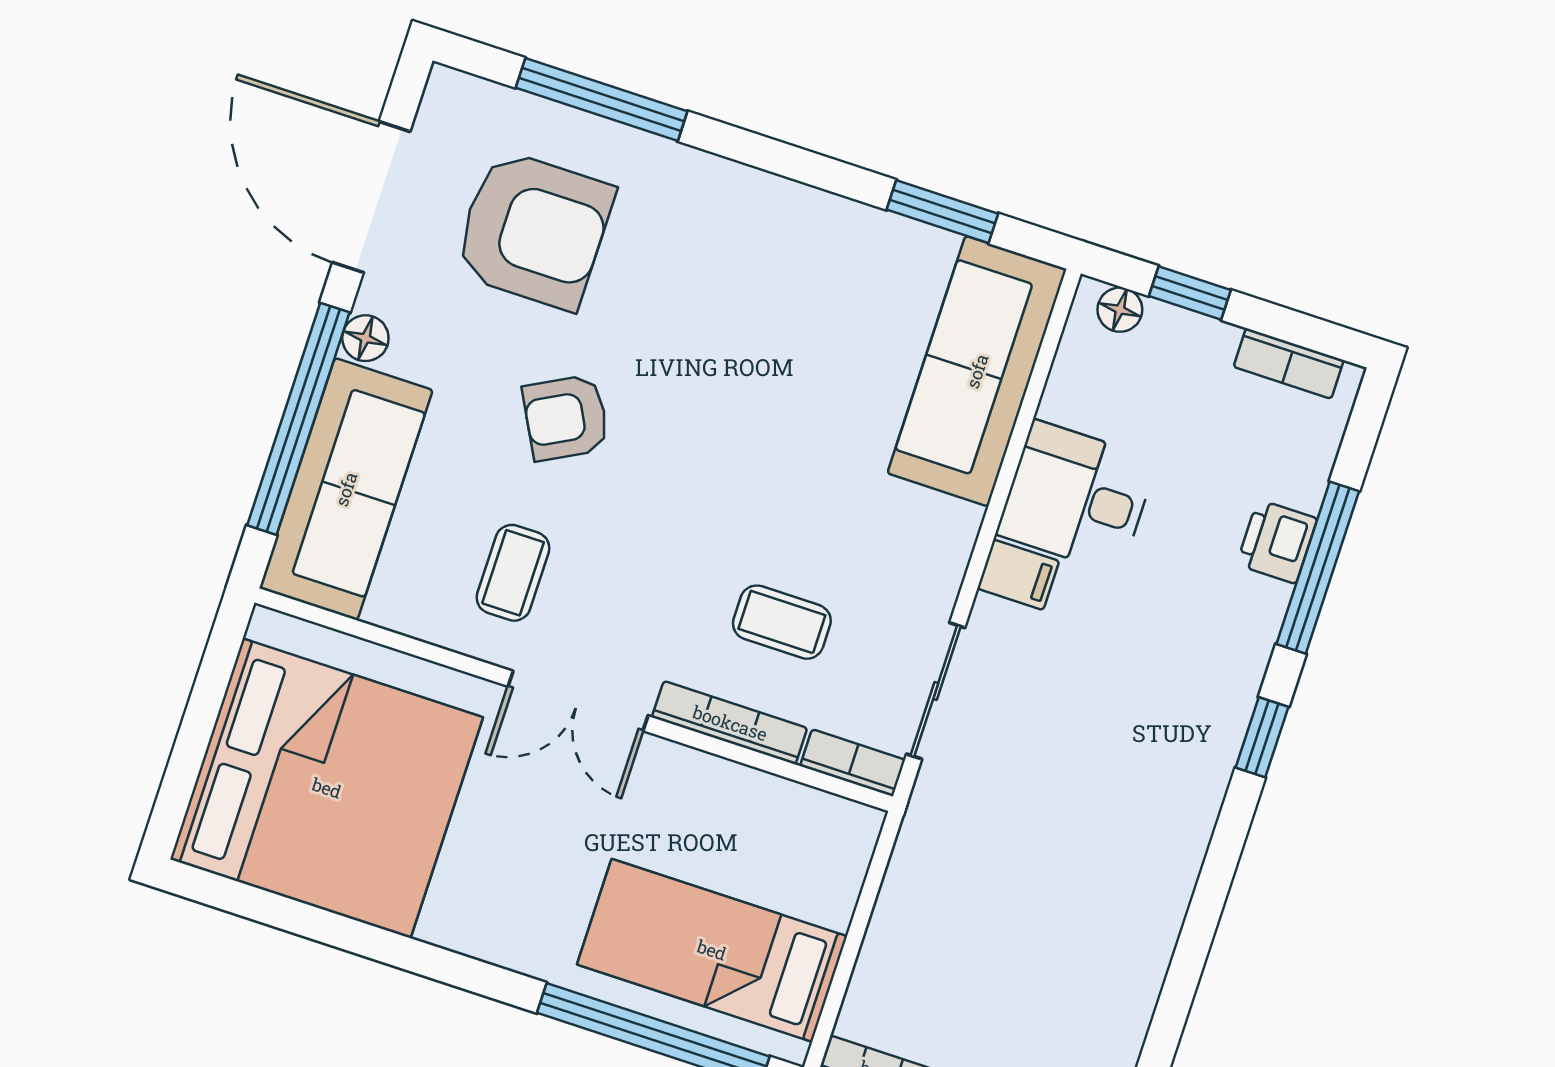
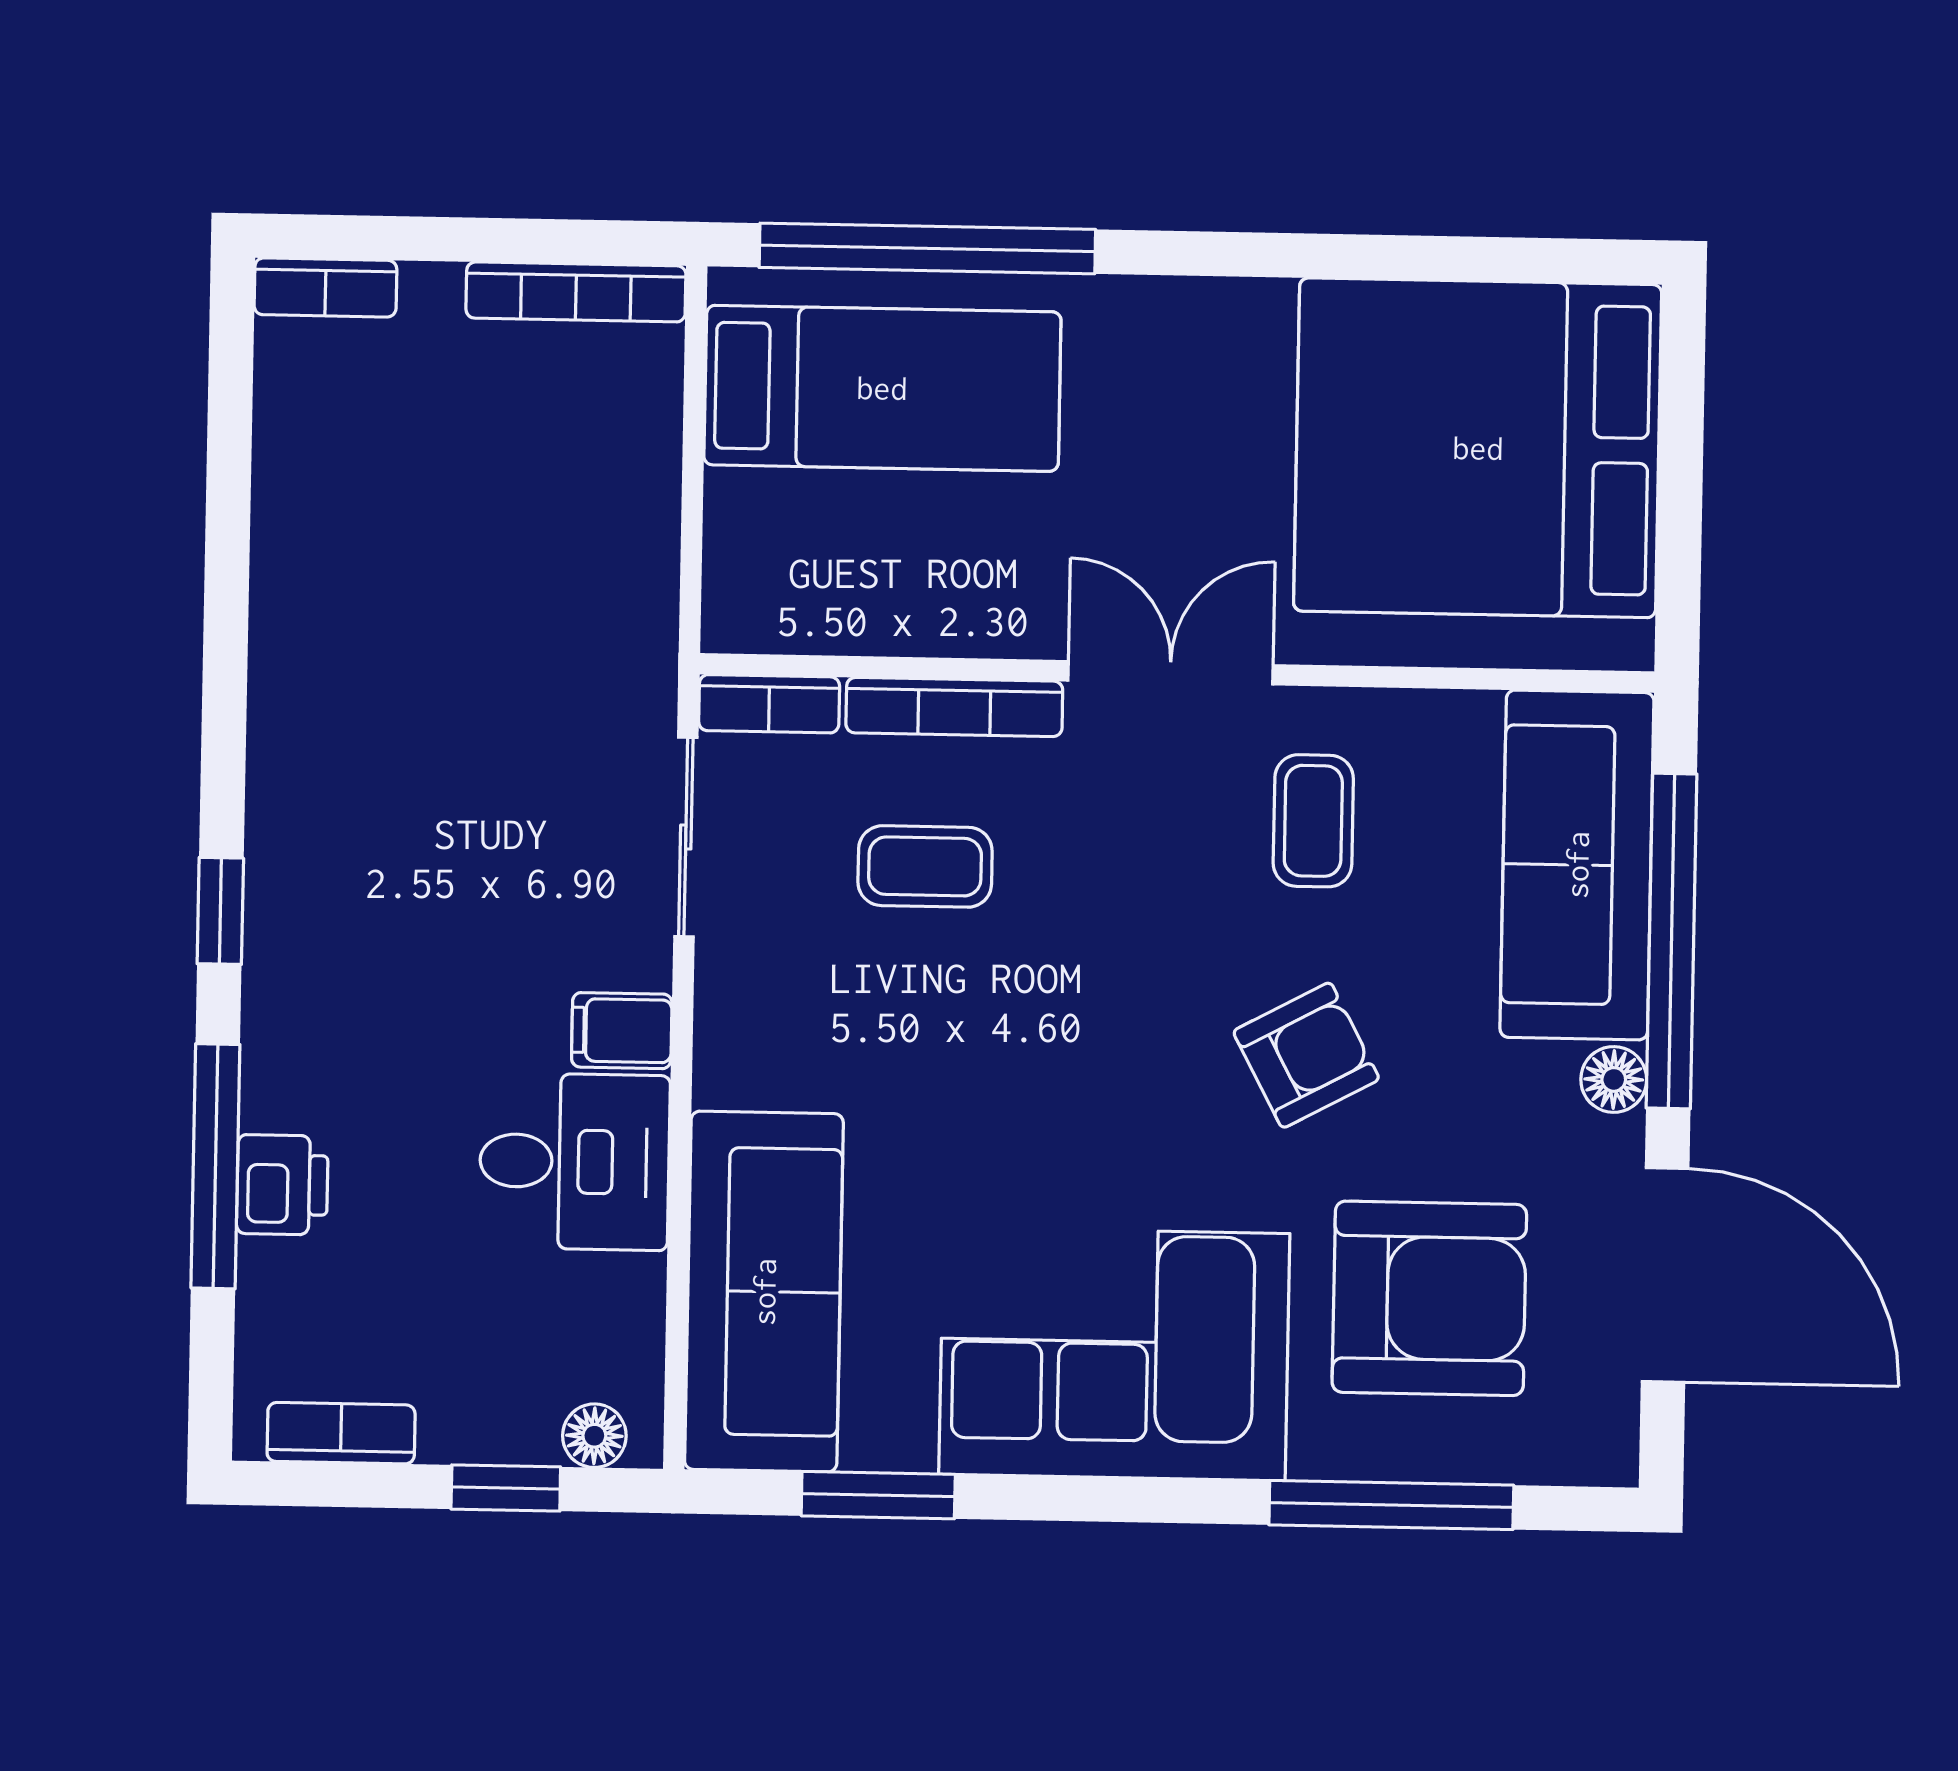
armchair: (534, 230) -> (1429, 1298), turned 180
corner sofa: (756, 258) -> (1114, 1354), added

